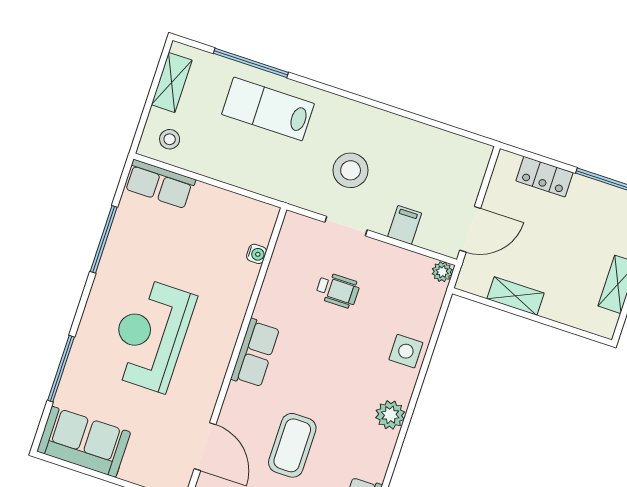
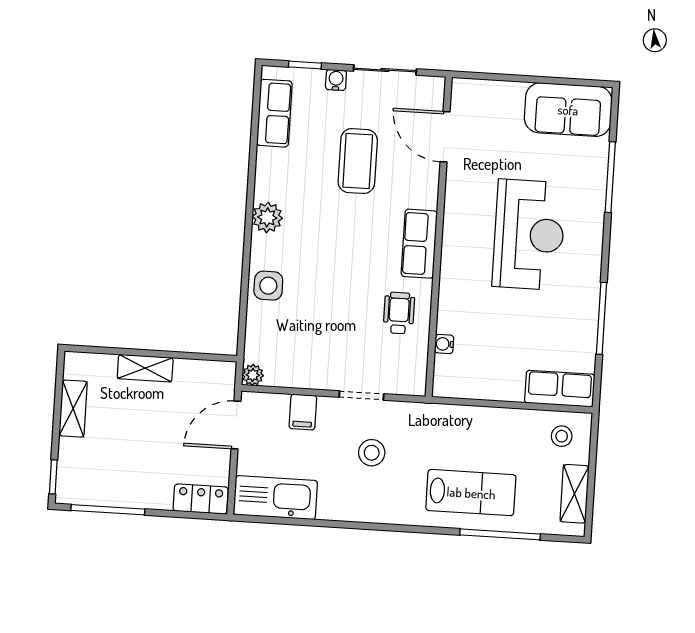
kitchen sink: (451, 152) -> (275, 498), added
stool: (351, 170) -> (372, 453), width x0.73, depth x0.73
locker: (545, 177) -> (201, 499), moved
wheelchair: (338, 290) -> (399, 313), moved, turned 90
shelving: (515, 296) -> (145, 368), moved

